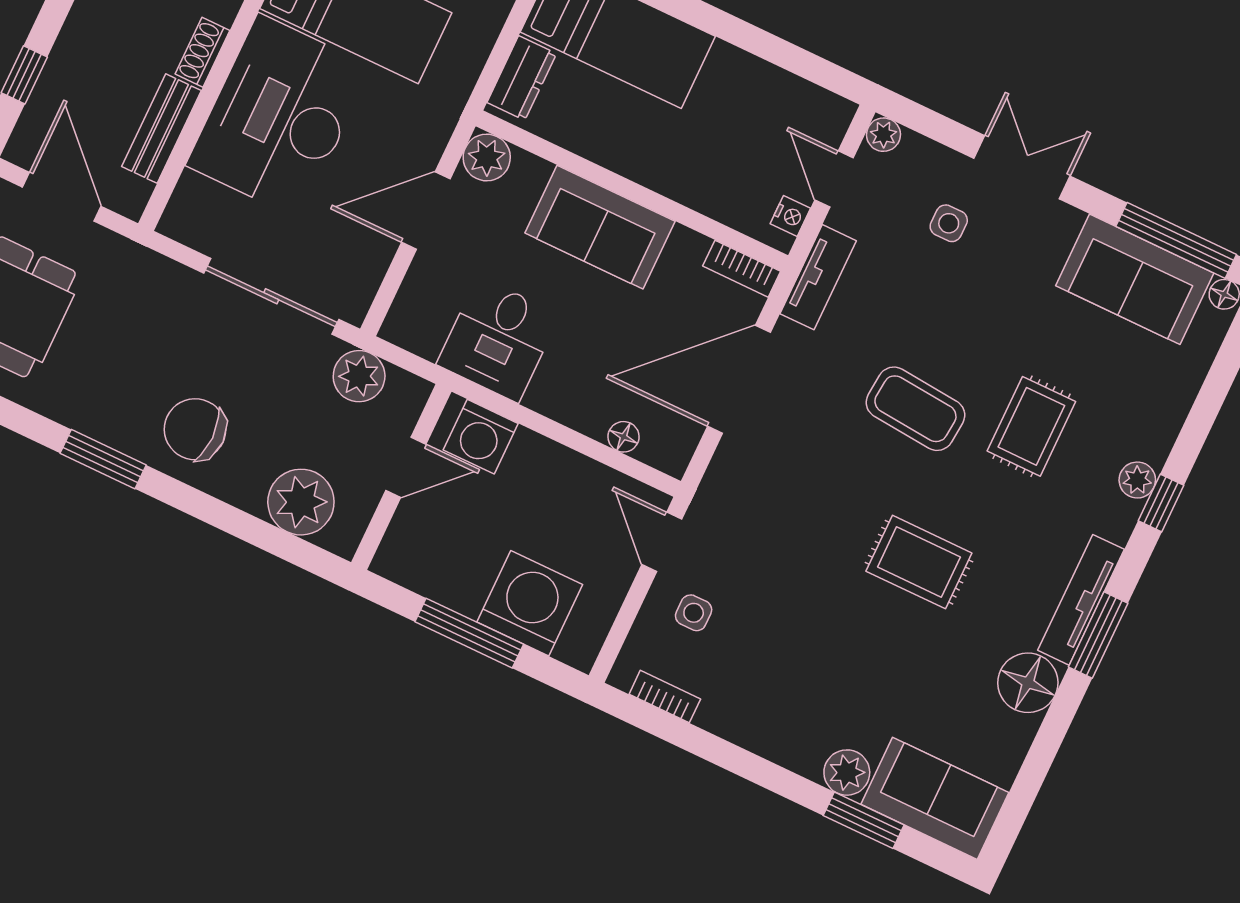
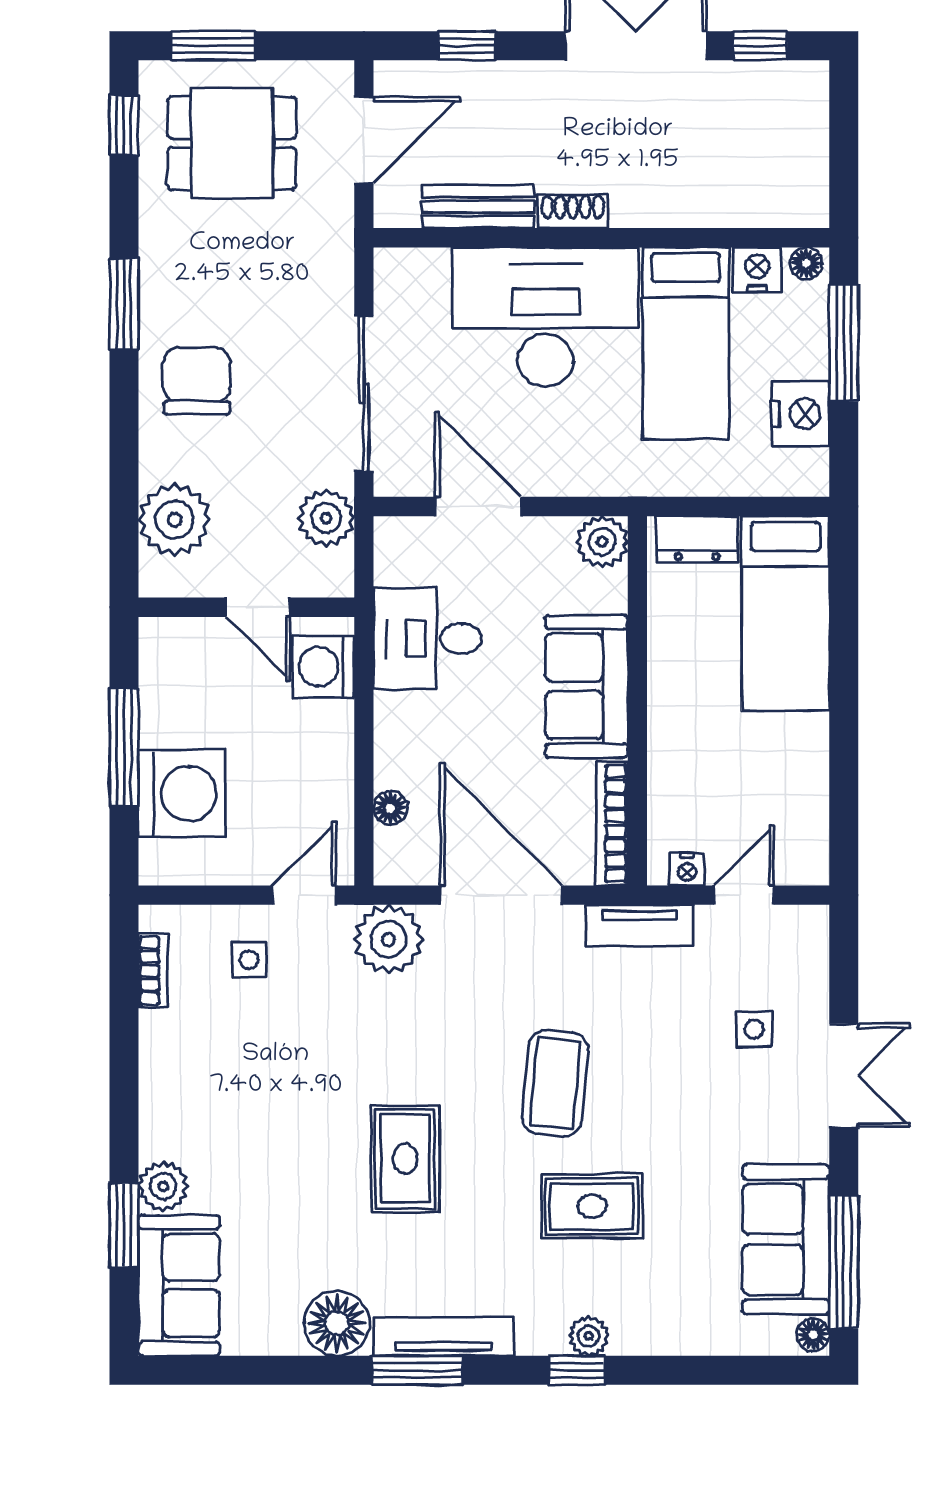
plant: (883, 135) -> (389, 939), moved, width x1.88, depth x1.88
door: (426, 211) -> (478, 506), moved
bookcase: (742, 269) -> (612, 824), width x1.56

